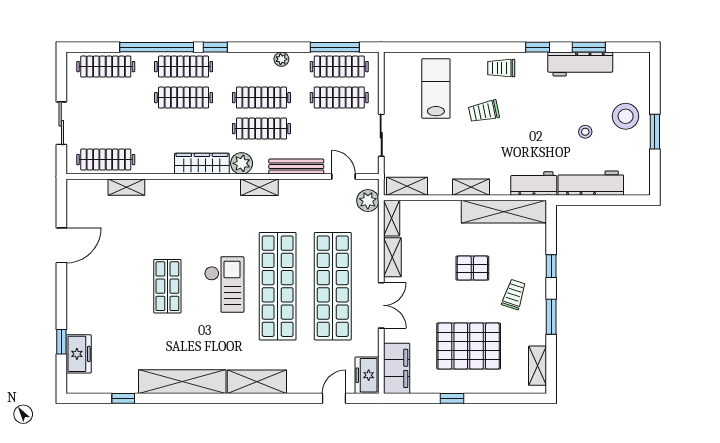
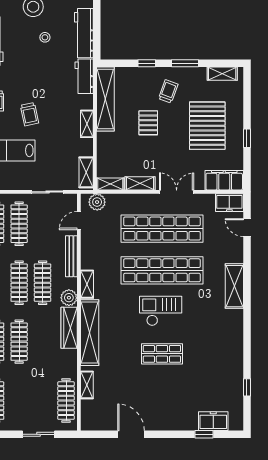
trolley: (514, 294) -> (168, 91), turned 92
shelving: (182, 382) -> (90, 333), moved

